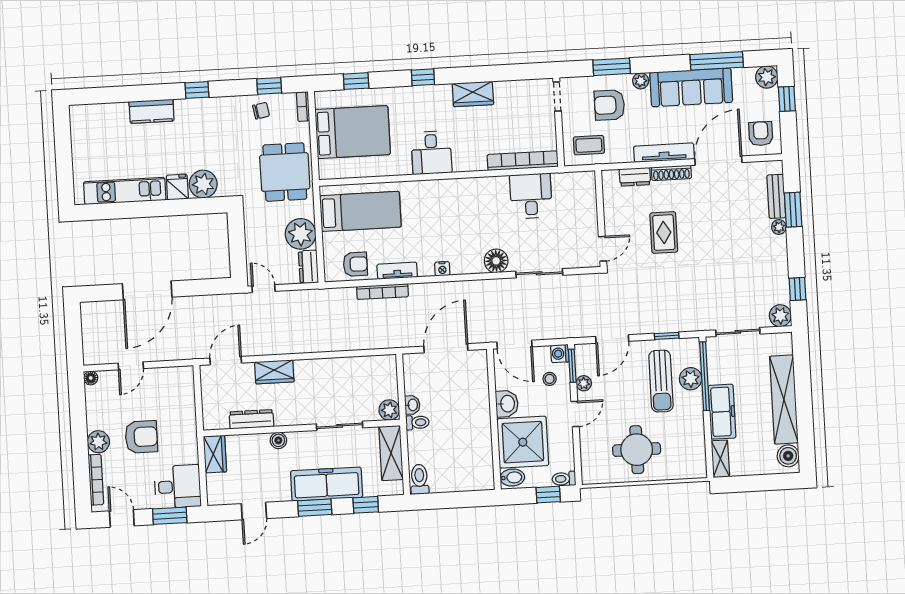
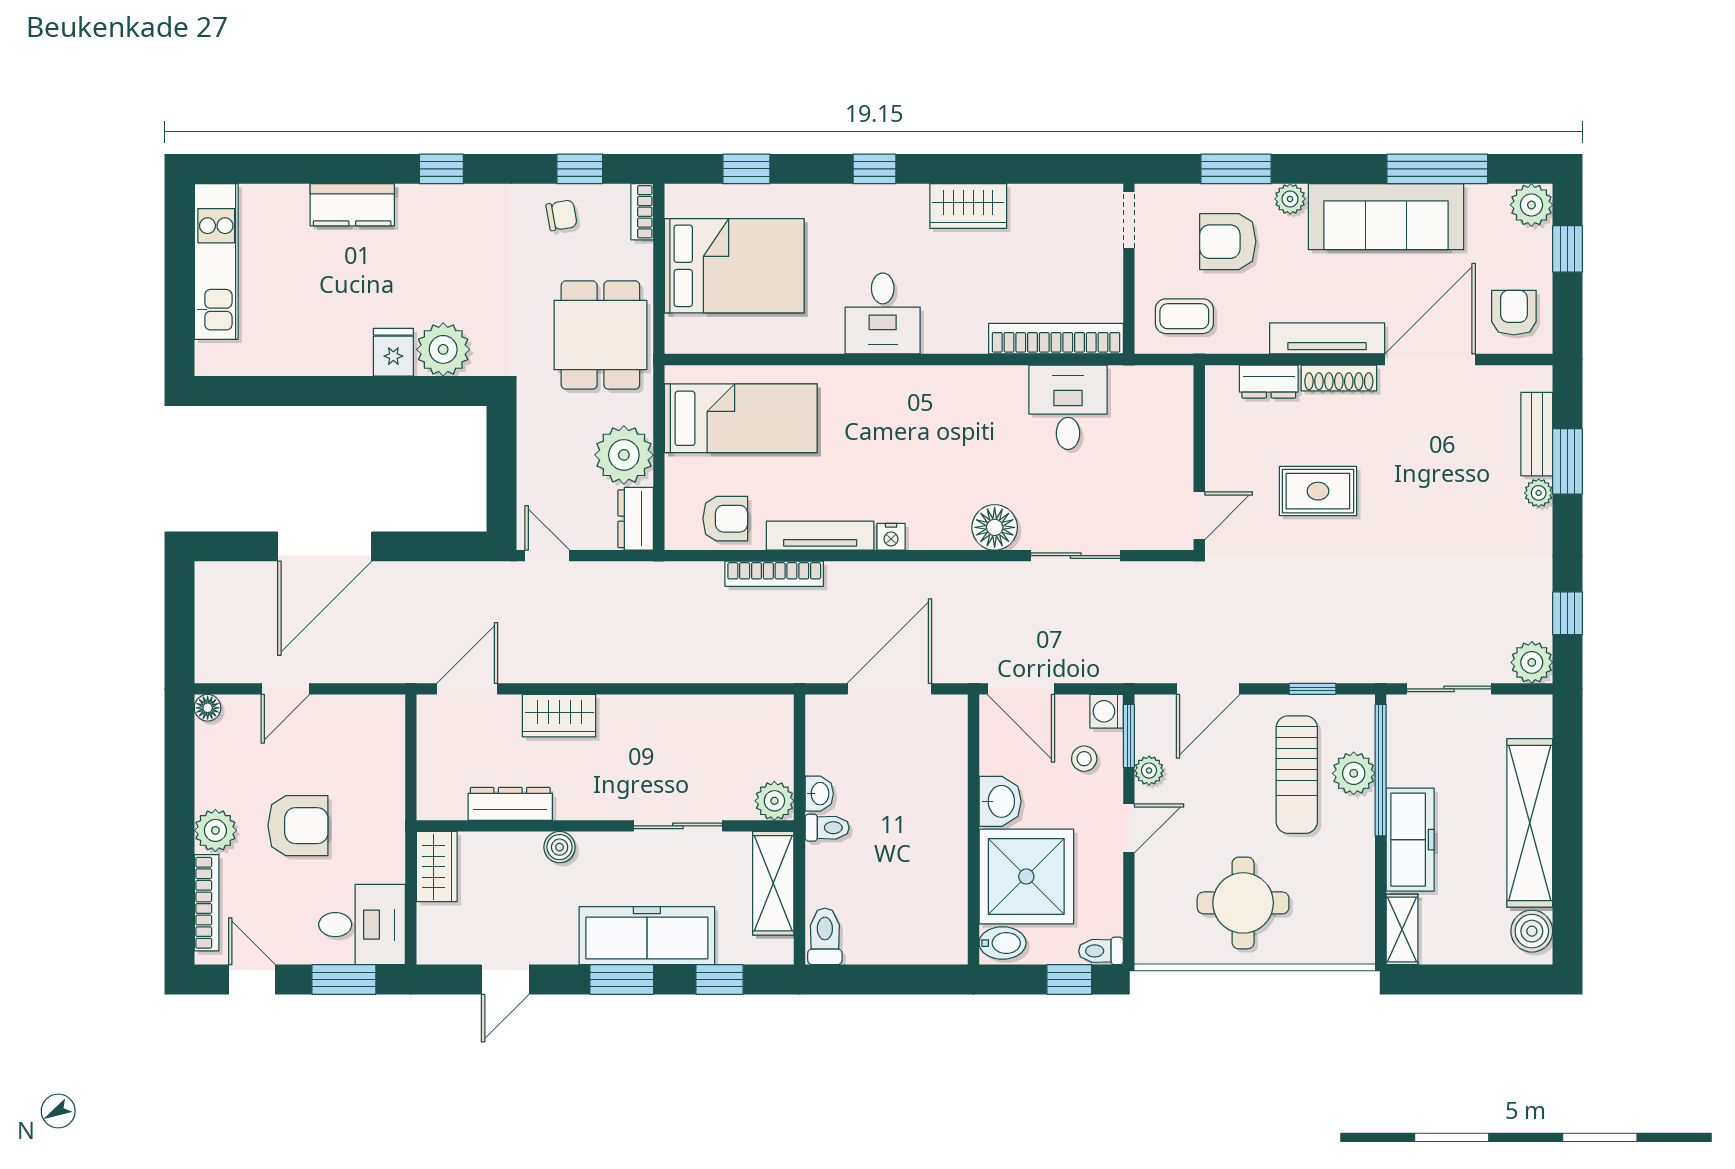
kitchen unit: (125, 191) -> (216, 261), moved, turned 90
rug: (664, 233) -> (1318, 491), turned 90
tv unit: (397, 271) -> (820, 536), width x1.41

